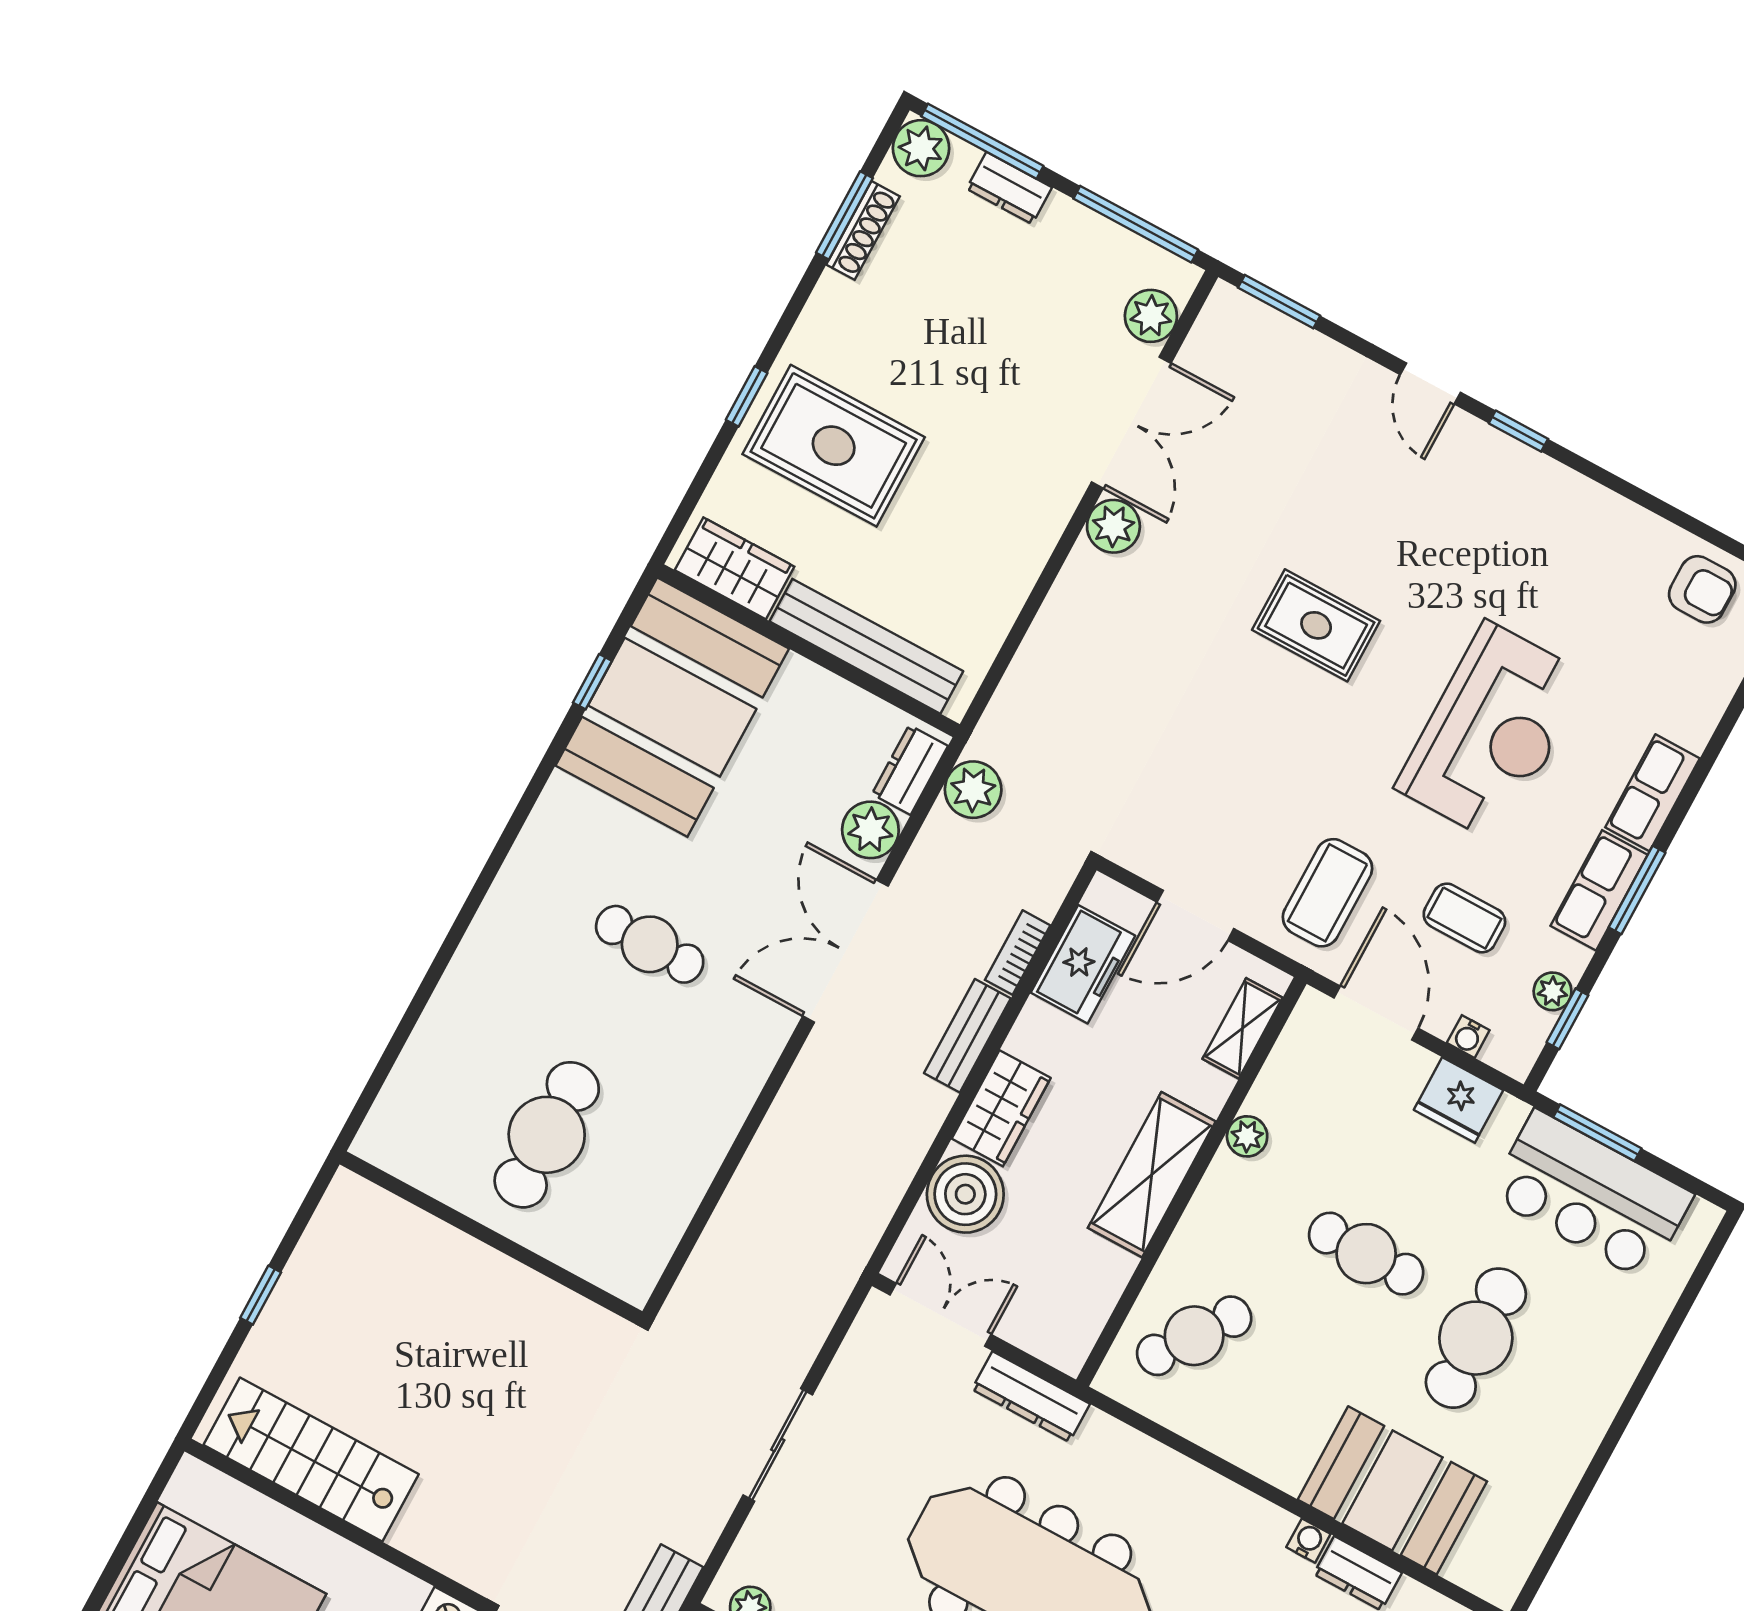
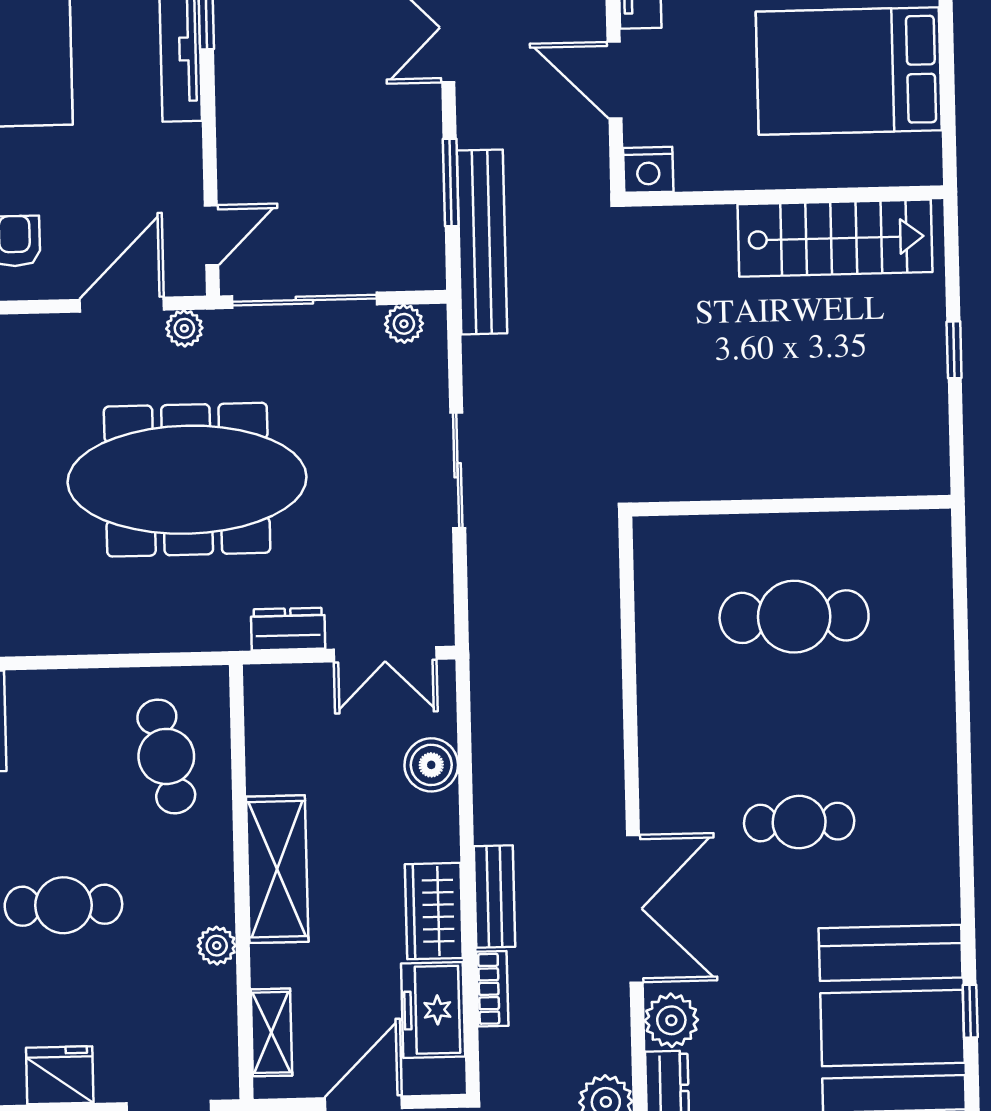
wardrobe: (1001, 1108) -> (434, 911), moved
cafe table: (547, 1135) -> (794, 617), turned 90
boiler: (965, 1194) -> (431, 765), width x0.73, depth x0.73
cafe table: (1194, 1336) -> (166, 756), turned -47
dresser: (1031, 1397) -> (288, 629), width x0.70

